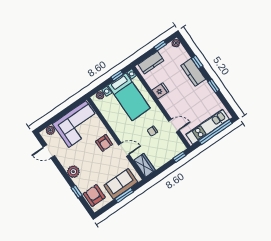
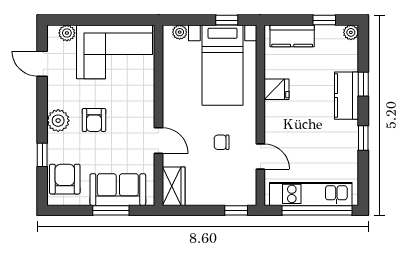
armchair: (104, 143) -> (94, 120), moved

